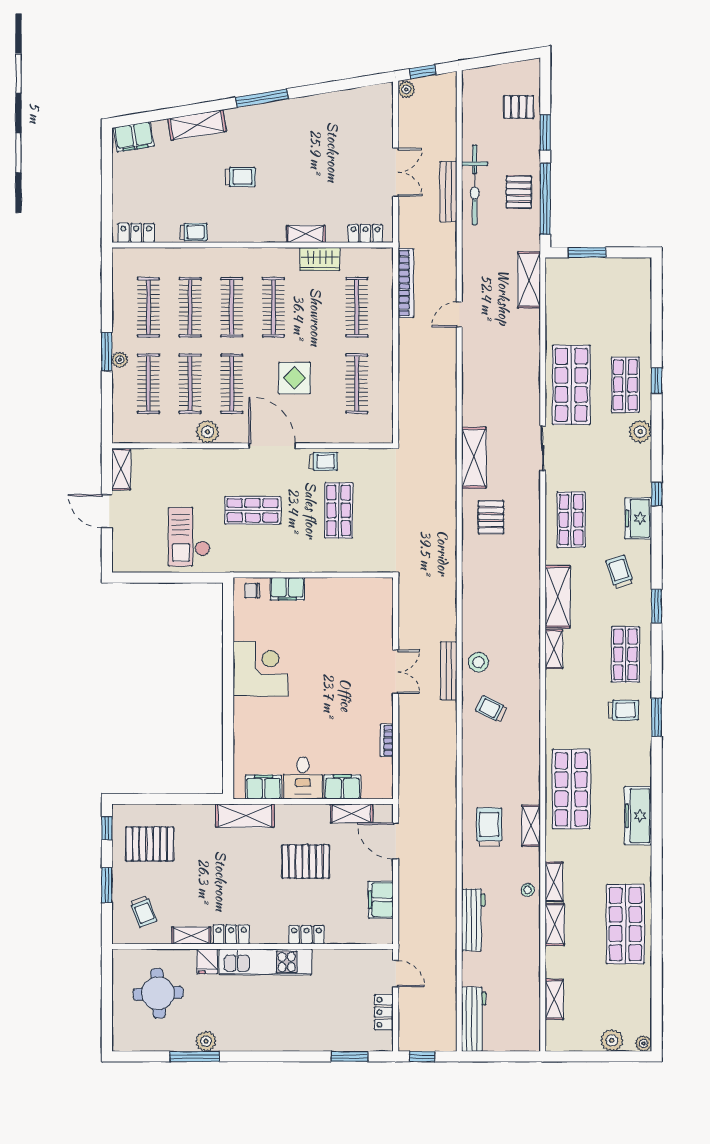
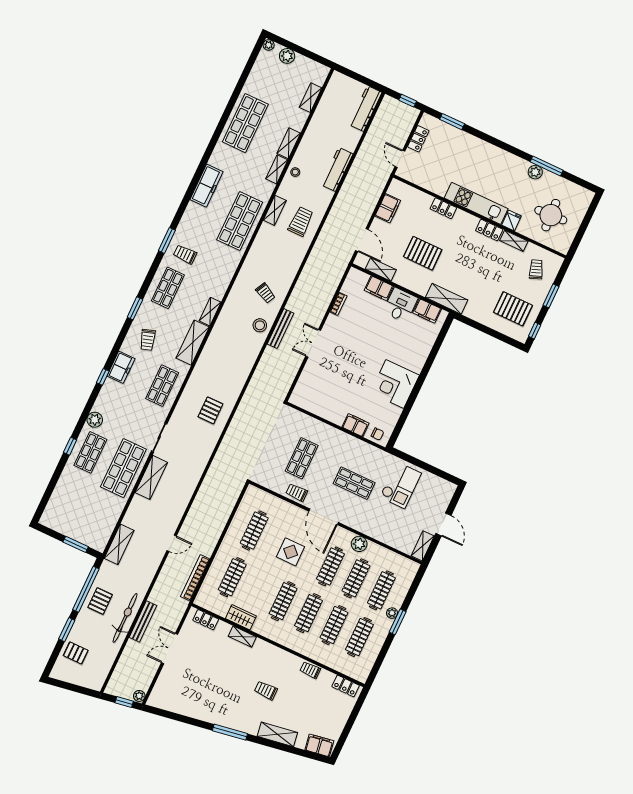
shelving: (474, 458) -> (151, 477), moved
trolley: (489, 827) -> (301, 221), turned 180

